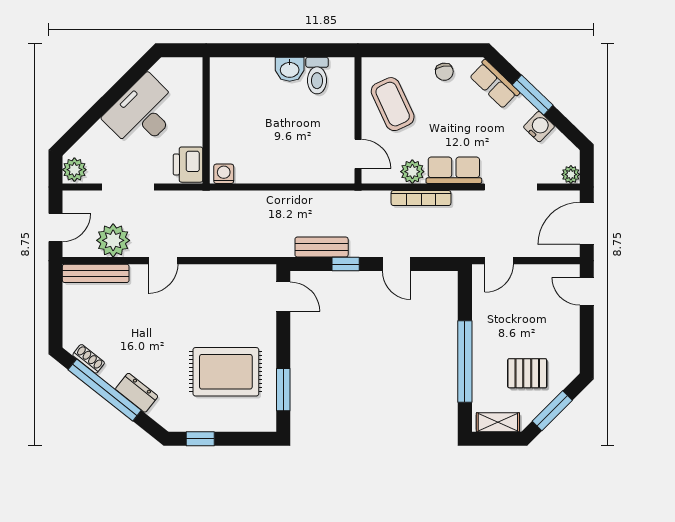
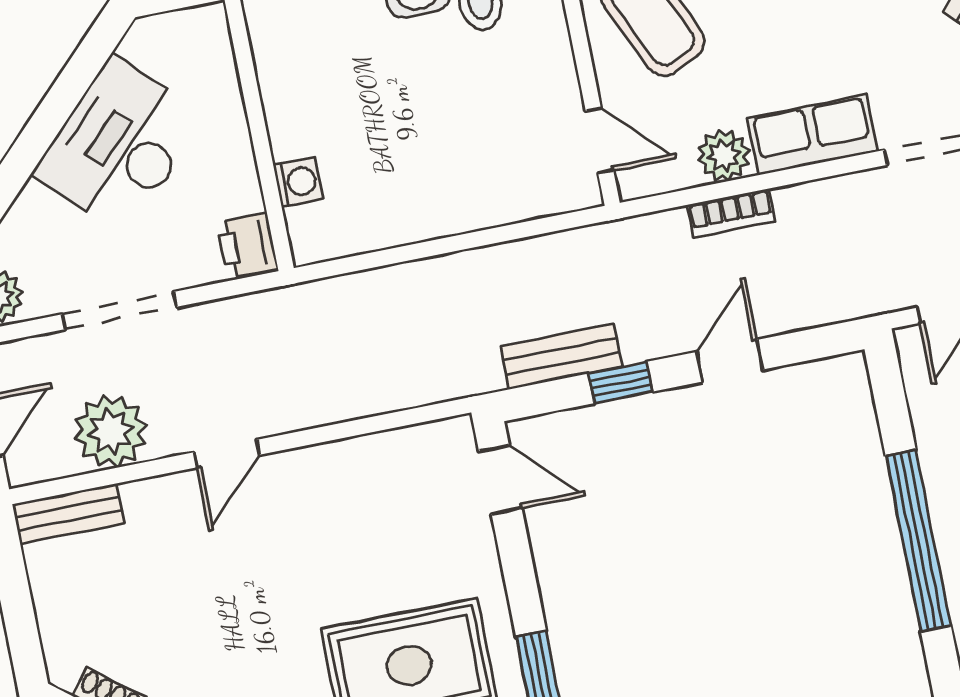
printer: (188, 165) -> (247, 245), width x0.73, depth x0.81
washing machine: (224, 174) -> (298, 182), moved, turned 90
bookcase: (421, 198) -> (731, 213), width x0.64
door: (397, 264) -> (730, 361), swing flipped
bench: (96, 273) -> (68, 514), width x0.73

